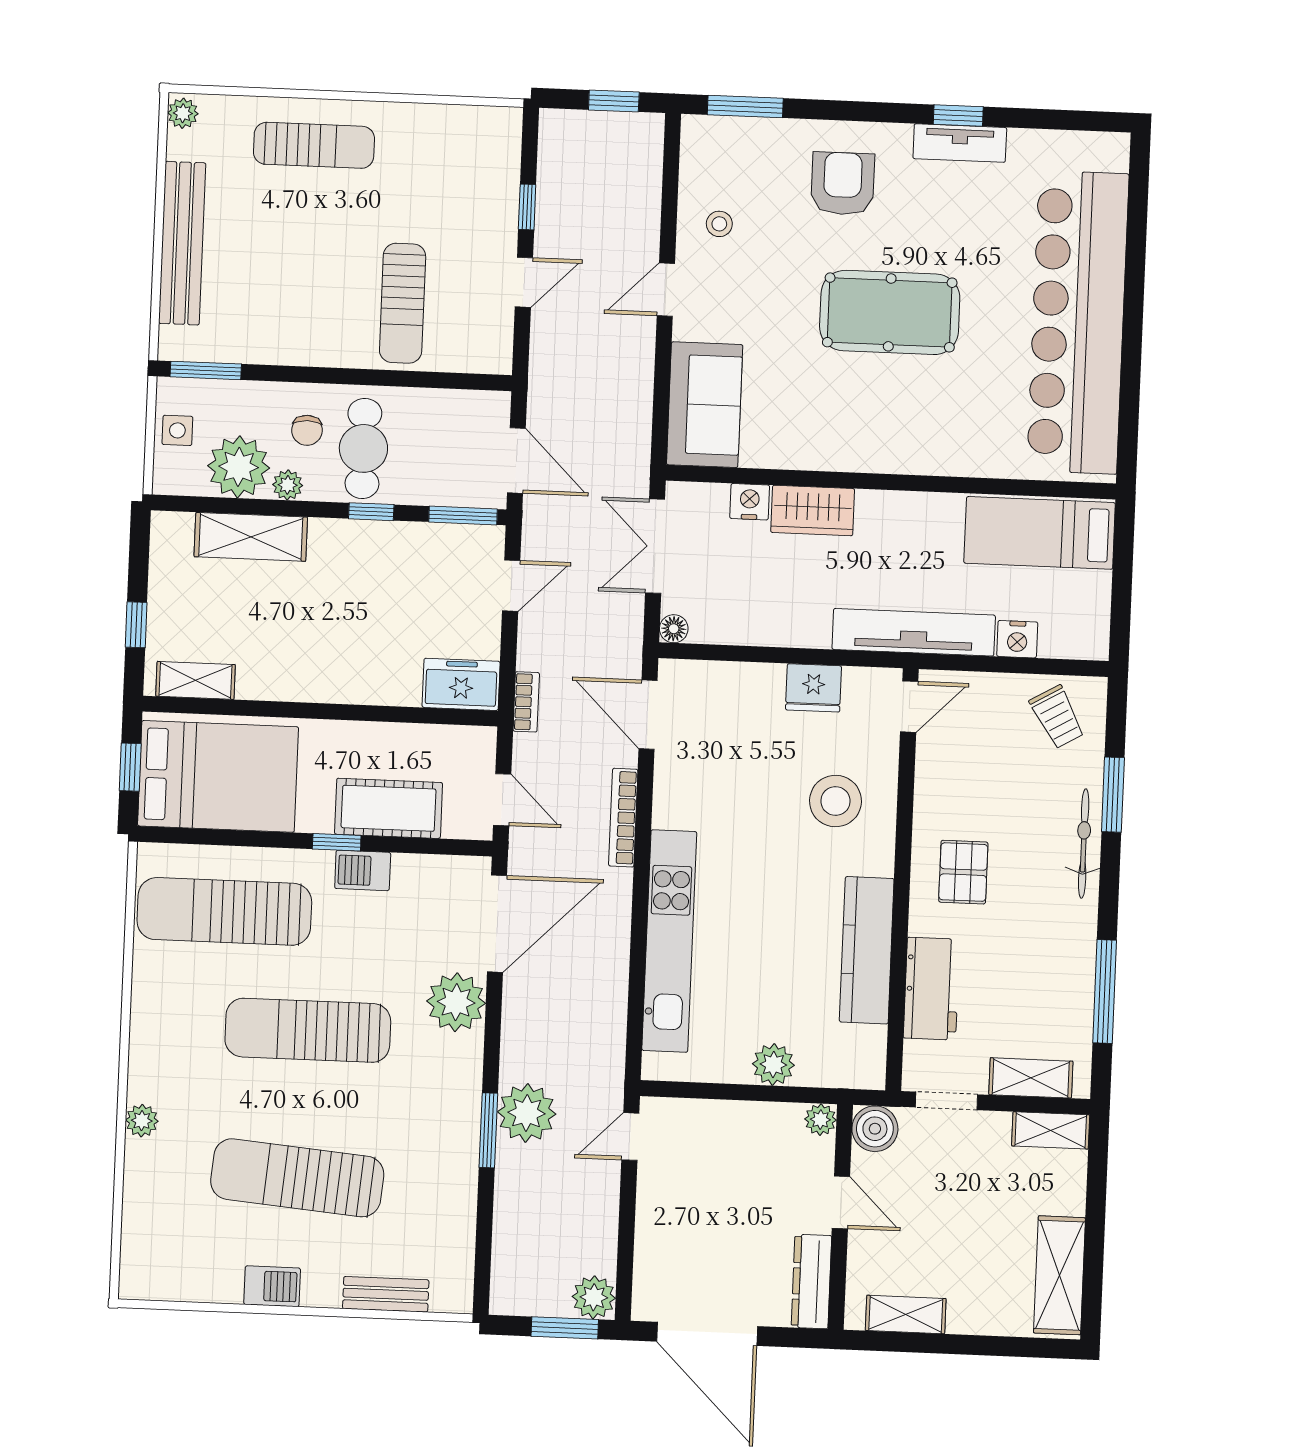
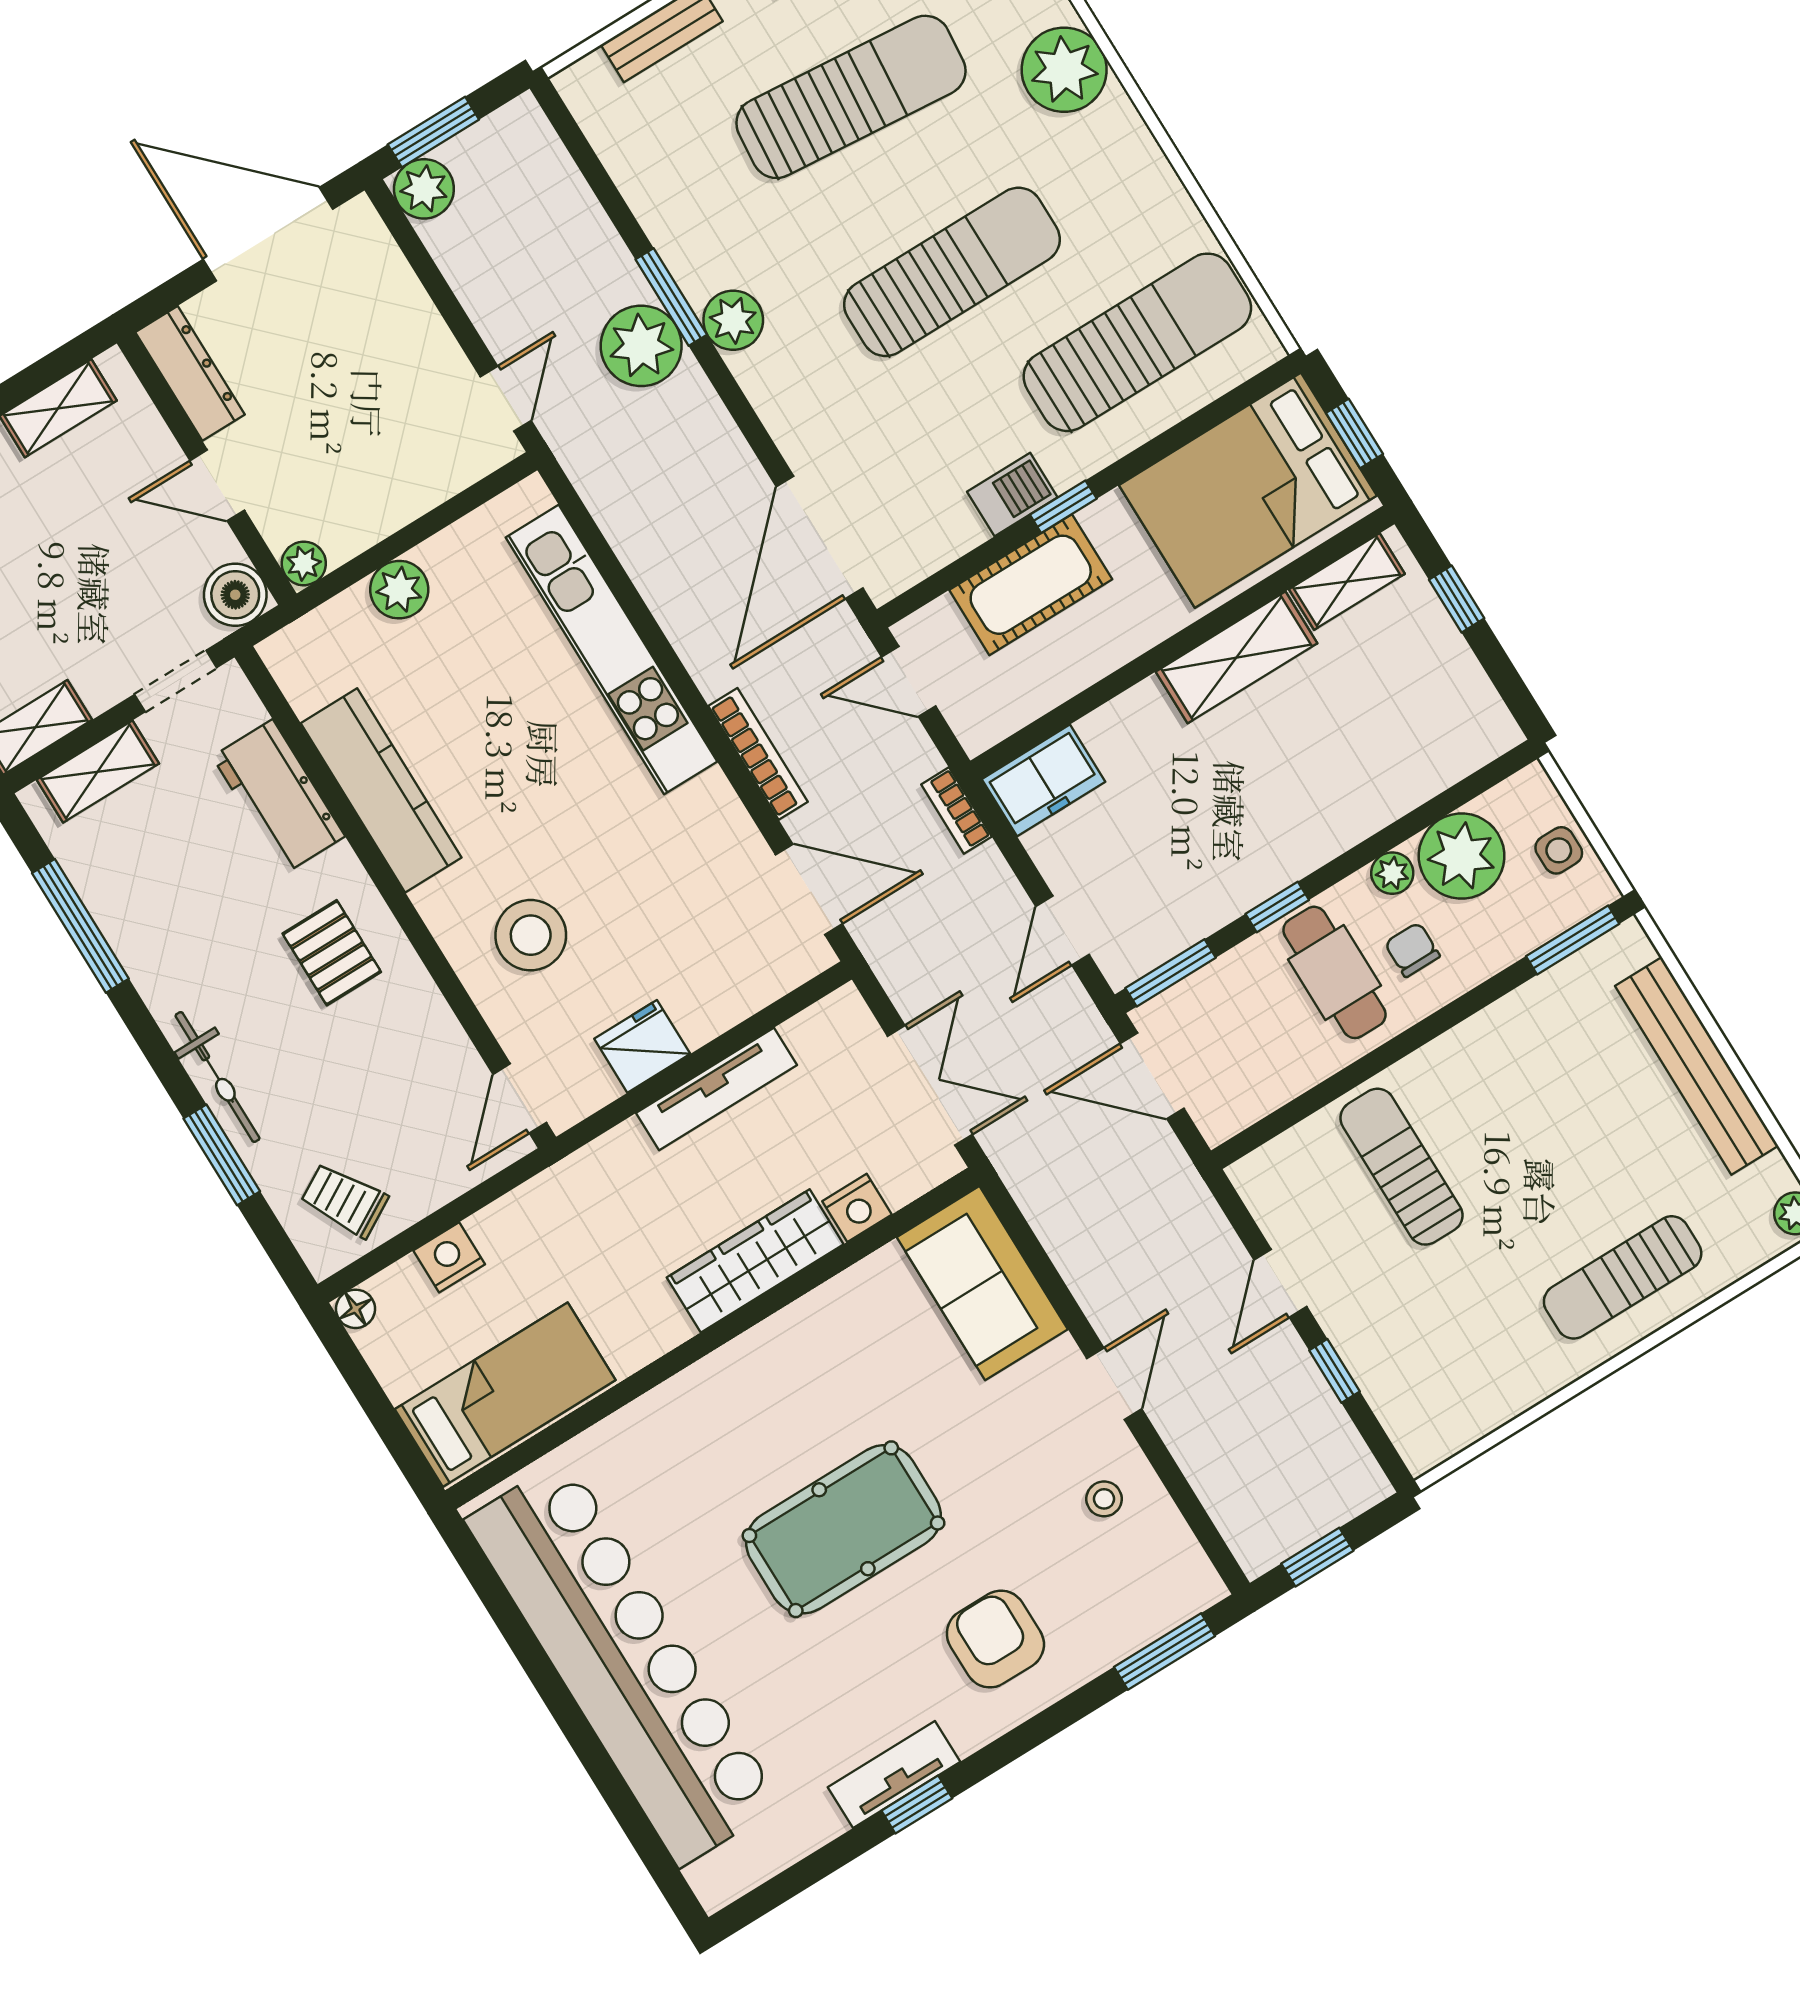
armchair: (843, 184) -> (995, 1639), turned 180
wardrobe: (813, 511) -> (755, 1261), width x1.50
shelving: (251, 537) -> (1236, 657), moved
floor lamp: (674, 629) -> (355, 1309), moved
tv unit: (914, 632) -> (716, 1089), moved, width x0.73, depth x0.78
plant: (456, 1002) -> (733, 320), moved, width x0.73, depth x0.73
plant: (142, 1121) -> (1064, 70), width x1.87, depth x1.87

